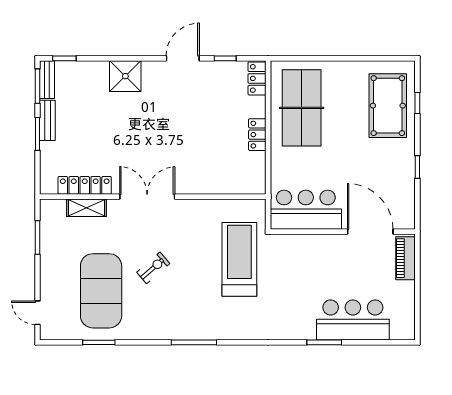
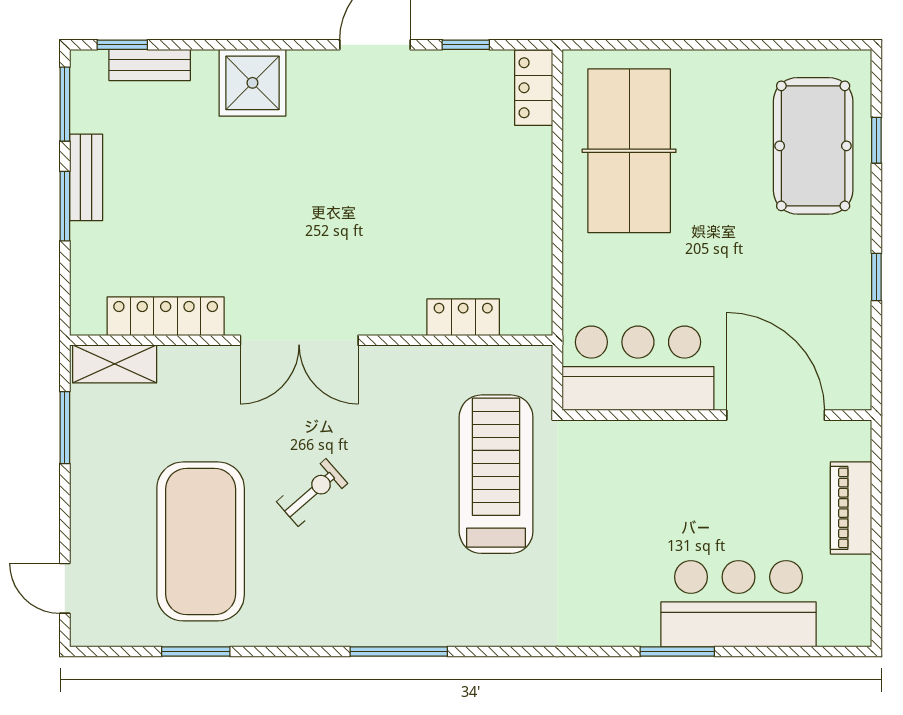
bench: (47, 80) -> (150, 65), moved, turned 90
locker: (257, 135) -> (463, 317), moved, turned 90
double door: (147, 197) -> (299, 340), swing flipped
shelving: (86, 208) -> (115, 364), moved
piano: (406, 258) -> (851, 508), moved

